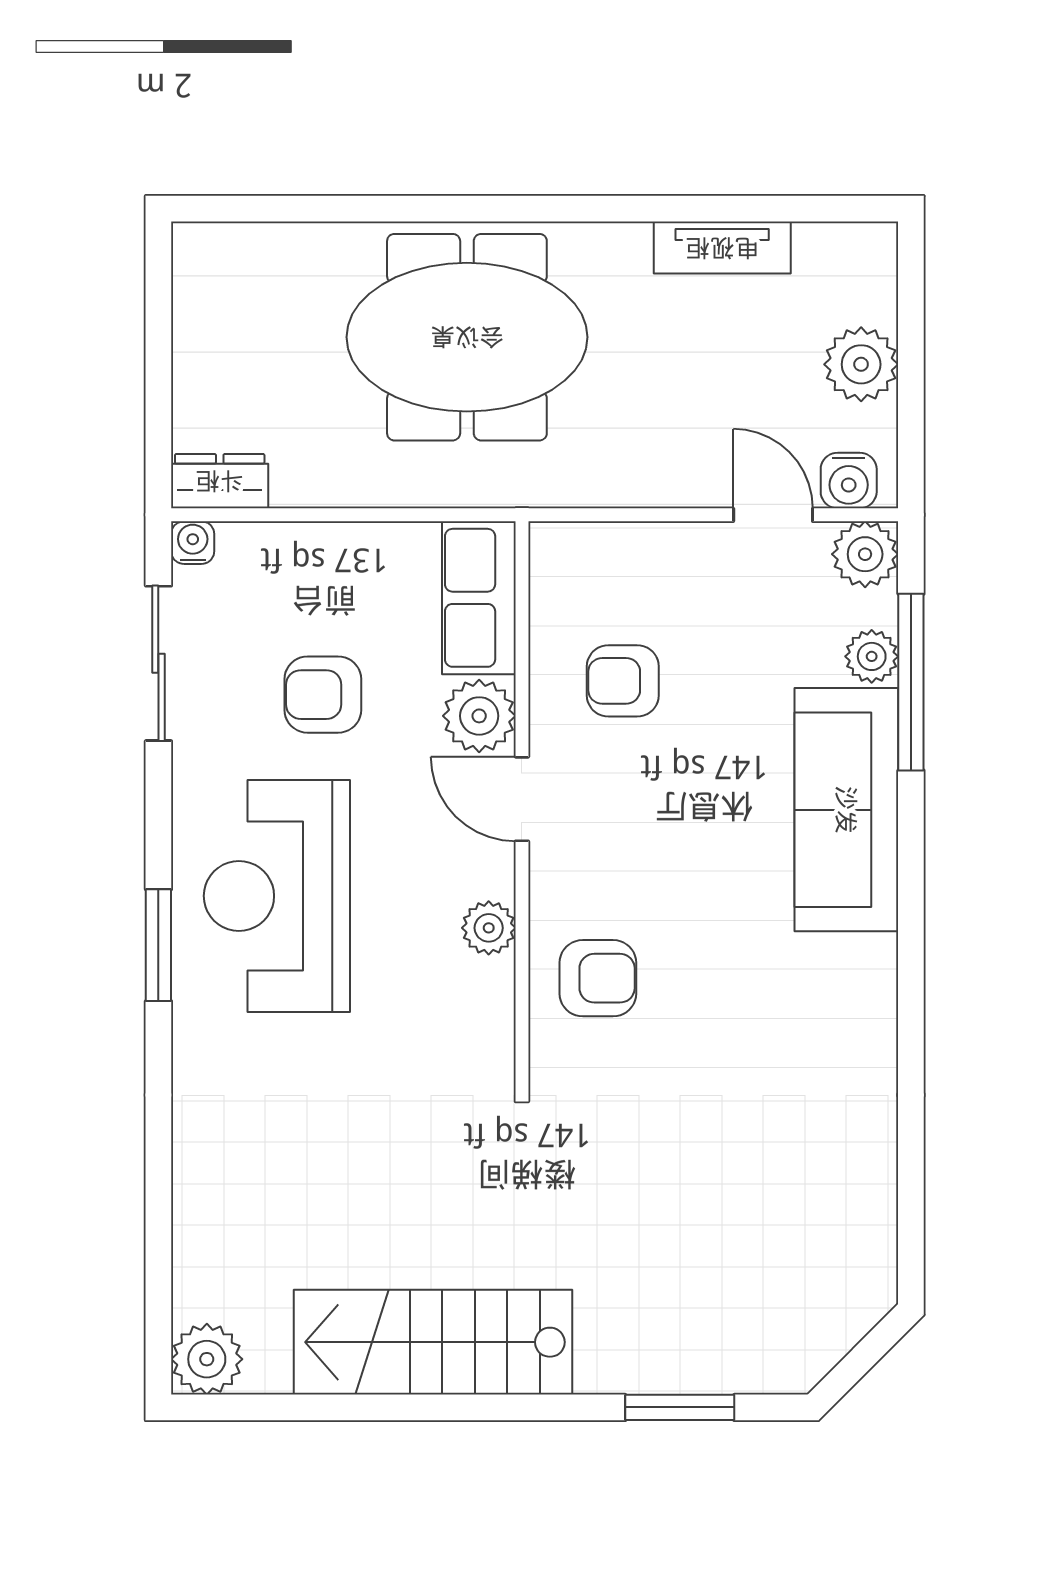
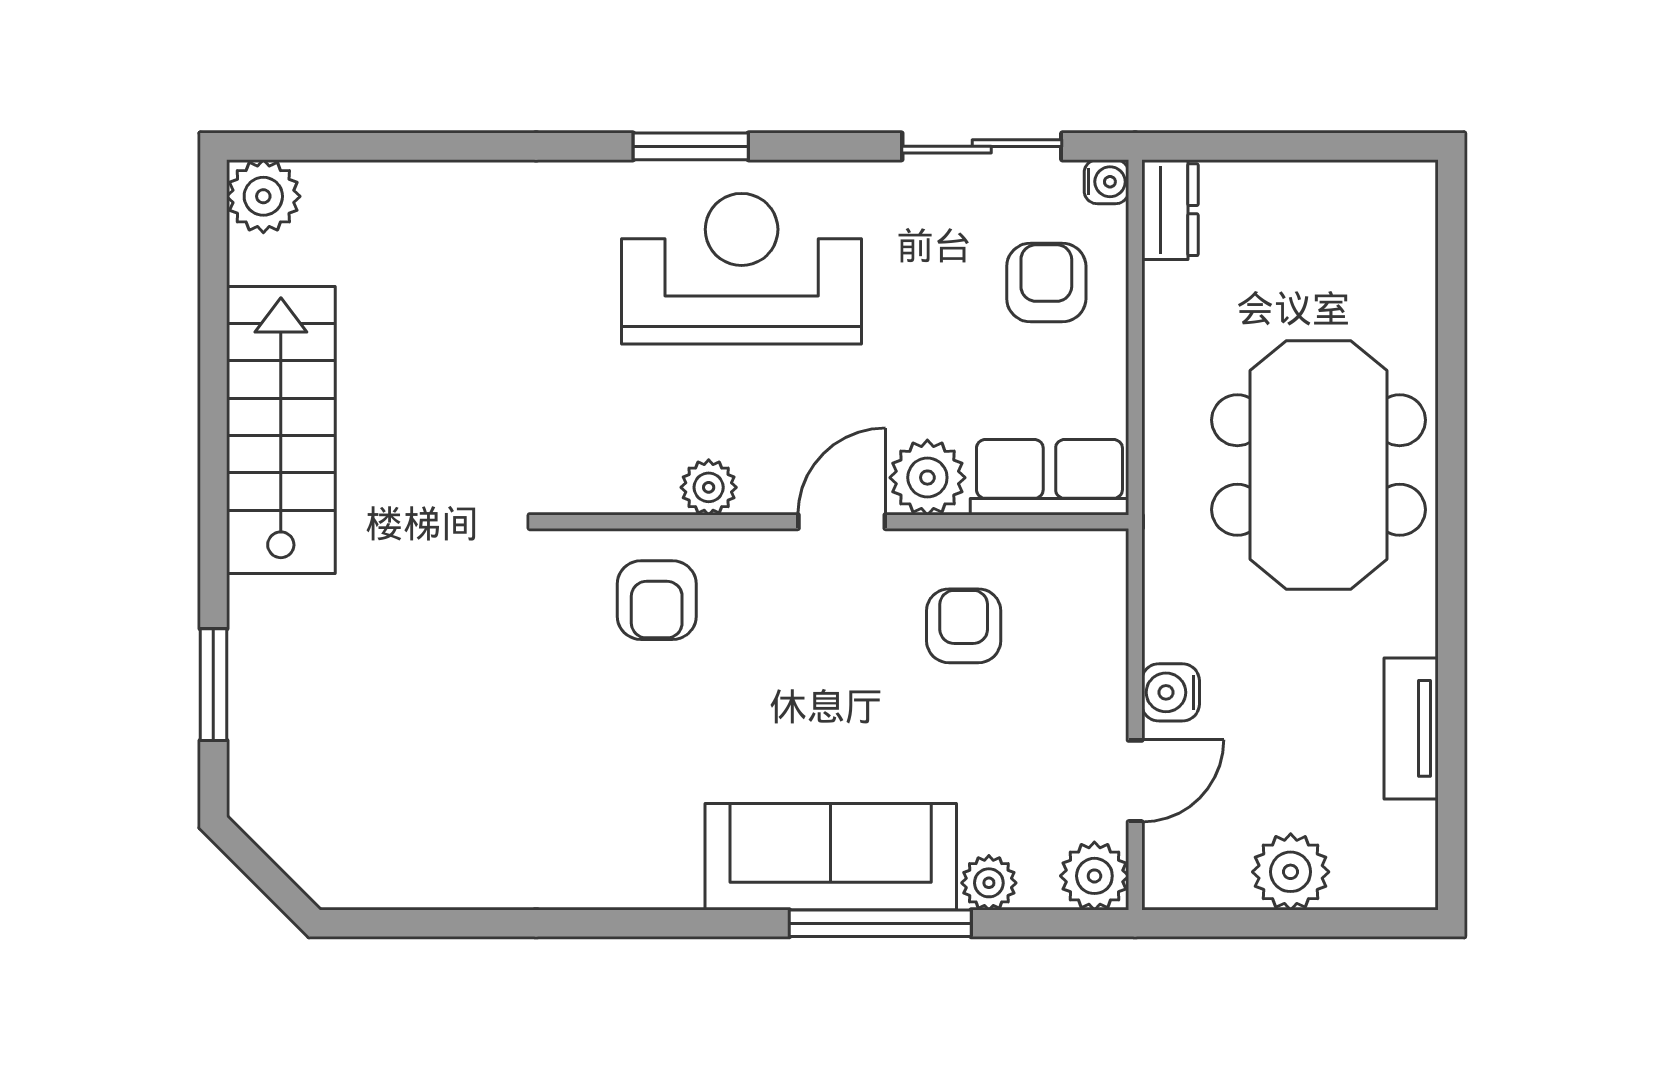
water cooler: (849, 480) -> (1171, 692), moved
window: (911, 682) -> (880, 923), moved
armchair: (323, 695) -> (1046, 282), moved

